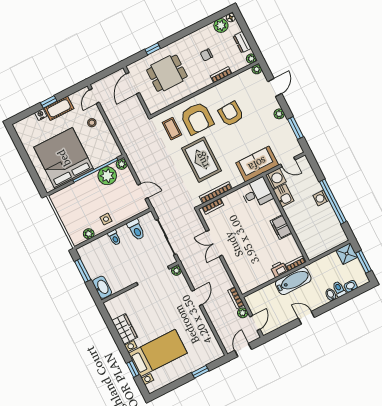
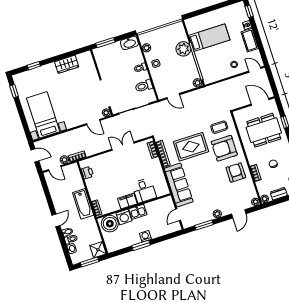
dining table: (167, 73) -> (264, 130), width x1.38
door: (275, 88) -> (239, 214), hinge flipped
window: (49, 102) -> (249, 11), moved
armchair: (231, 114) -> (236, 172), moved, turned -87
bed: (64, 158) -> (209, 38), width x0.49
sofa: (257, 164) -> (179, 185), width x1.36
plant: (107, 176) -> (183, 49), moved
washing machine: (276, 178) -> (124, 217), moved
door: (143, 191) -> (173, 96), hinge flipped
desk: (257, 193) -> (144, 190), moved
kitchen sink: (284, 195) -> (138, 212), moved
window: (333, 202) -> (141, 245), width x0.47
boiler: (312, 244) -> (110, 224), added
printer: (279, 269) -> (87, 173), moved
window: (83, 271) -> (105, 43), moved
washbasin: (102, 287) -> (129, 43), moved
door: (197, 298) -> (93, 122), moved
door: (306, 318) -> (56, 220), moved
bed with nightstands: (158, 353) -> (43, 115), moved, turned 180
window: (200, 372) -> (14, 91), moved

